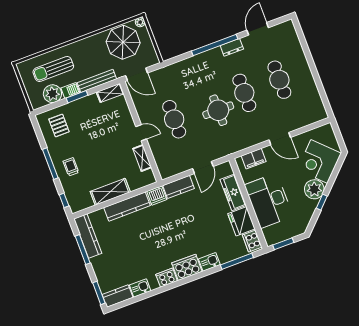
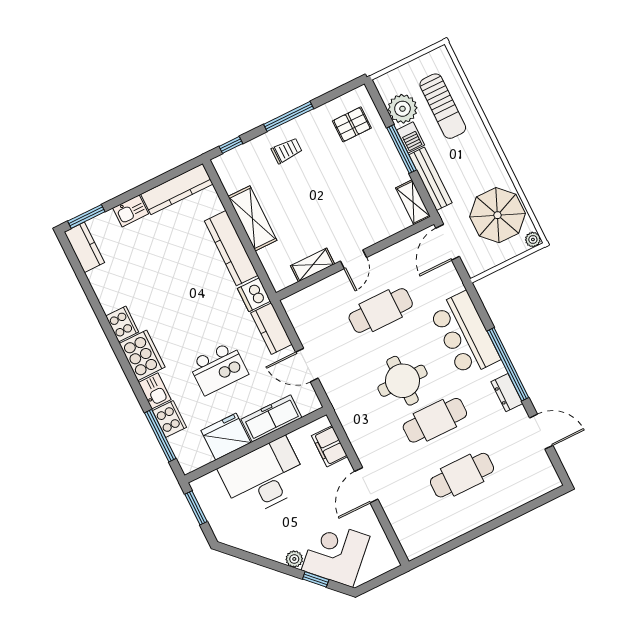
sun lounger: (53, 69) -> (443, 106), turned 180
bar counter: (194, 70) -> (465, 334), added
window: (77, 97) -> (402, 149), width x1.44
plant: (314, 189) -> (294, 559), width x0.53, depth x0.53
window: (322, 202) -> (316, 579), moved
kitchen island: (199, 222) -> (218, 368), added
cooker: (252, 241) -> (169, 419), moved, turned 90
window: (83, 250) -> (154, 183), removed
kitchen sink: (140, 288) -> (131, 211), moved, turned 90

